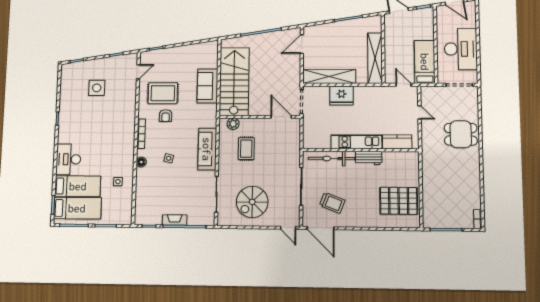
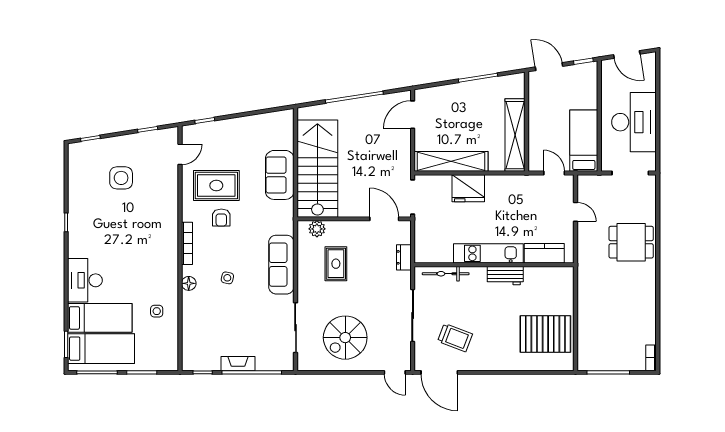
dresser: (295, 144) -> (404, 257), added
bicycle: (332, 158) -> (446, 274), width x0.73, depth x0.71

